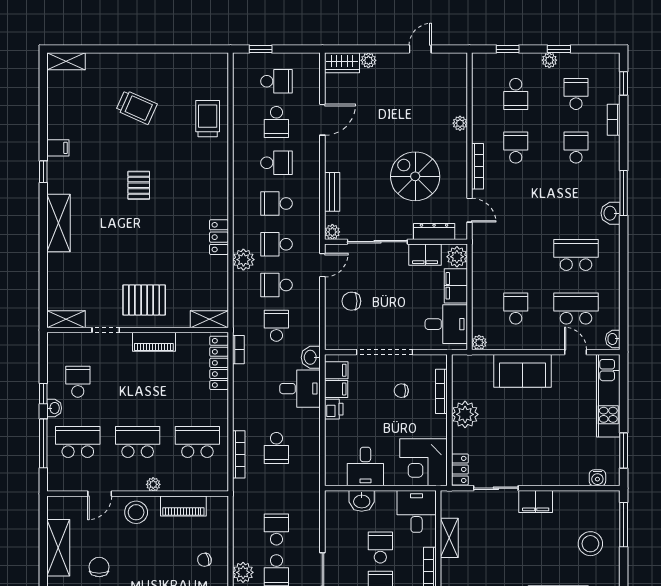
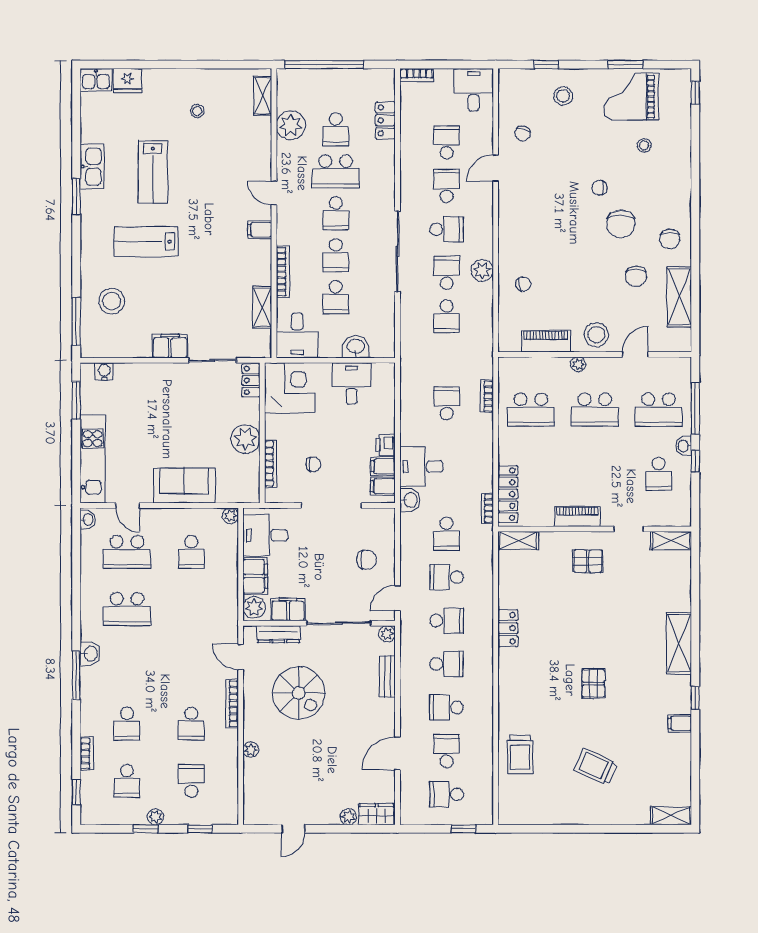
plant: (243, 260) -> (482, 604), removed
school desk: (276, 285) -> (447, 577), turned 180
pallet: (144, 300) -> (588, 561), width x0.67, depth x0.71
bookcase: (239, 454) -> (487, 396), width x0.64

